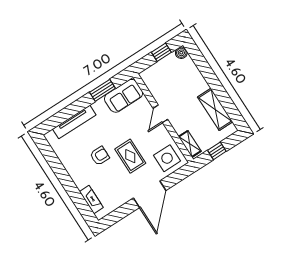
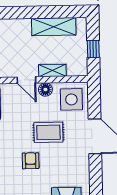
floor lamp: (162, 133) -> (45, 89), added
shelving: (190, 144) -> (52, 70), moved

